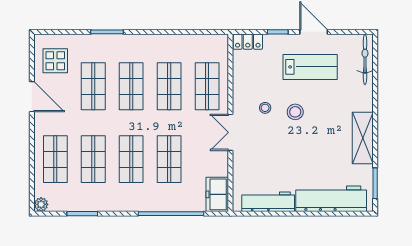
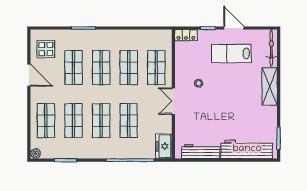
lab bench: (310, 67) -> (231, 53), turned 180
stool: (295, 112) -> (220, 86), removed
shelving: (363, 138) -> (270, 86), moved

